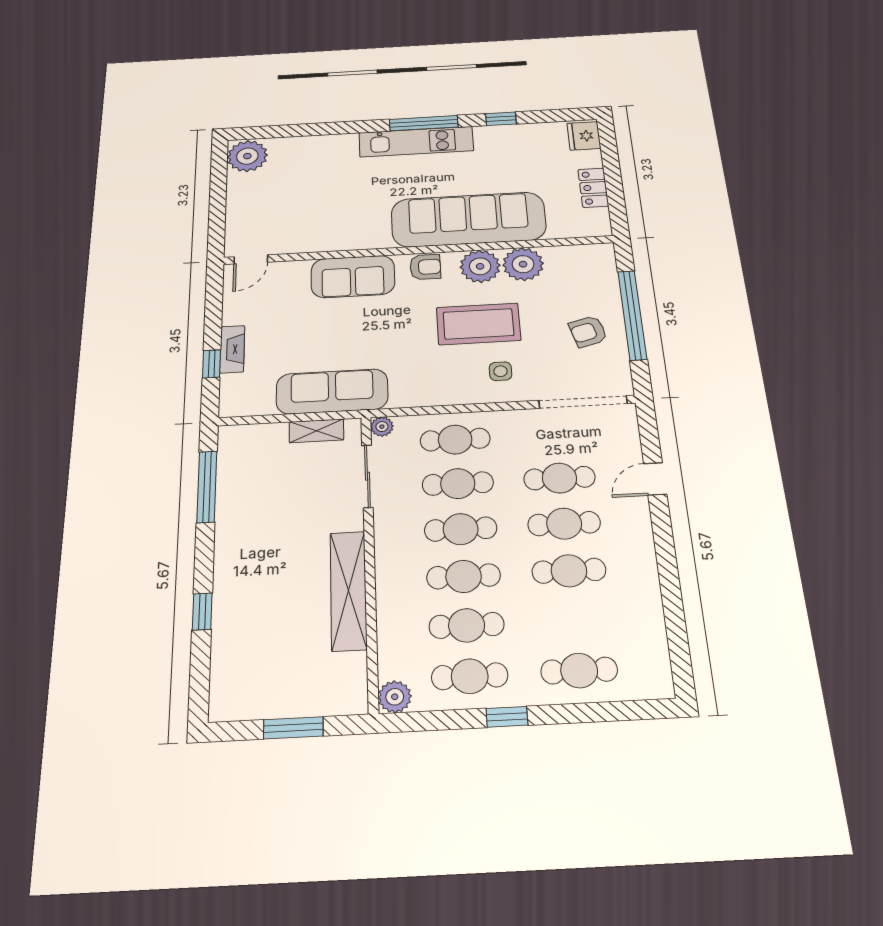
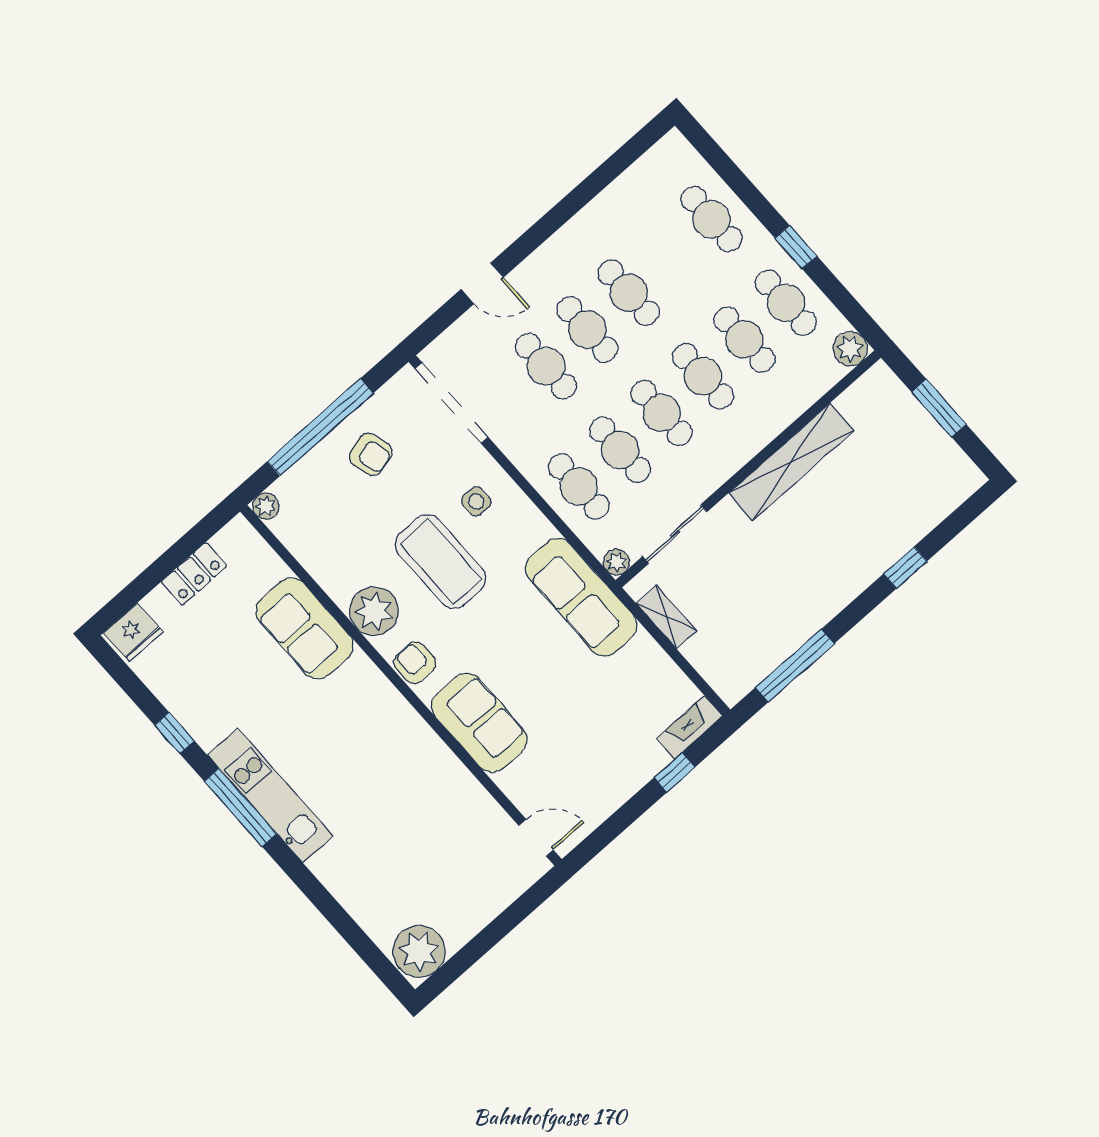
sofa: (468, 220) -> (304, 628), width x0.54, depth x0.79
plant: (523, 264) -> (266, 506), moved, width x0.53, depth x0.53
fireplace: (232, 349) -> (690, 727), moved
sofa: (332, 391) -> (581, 597), moved

